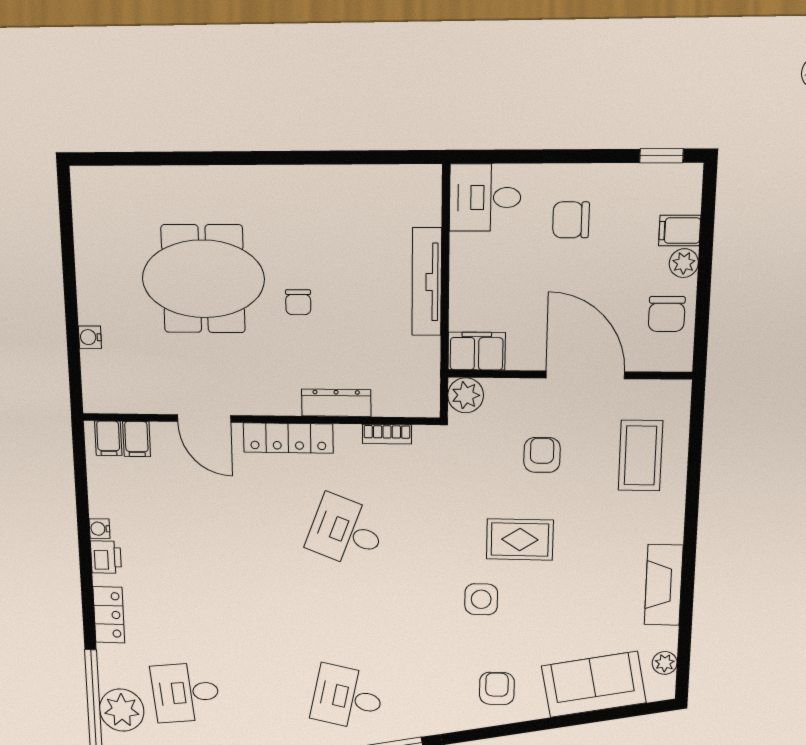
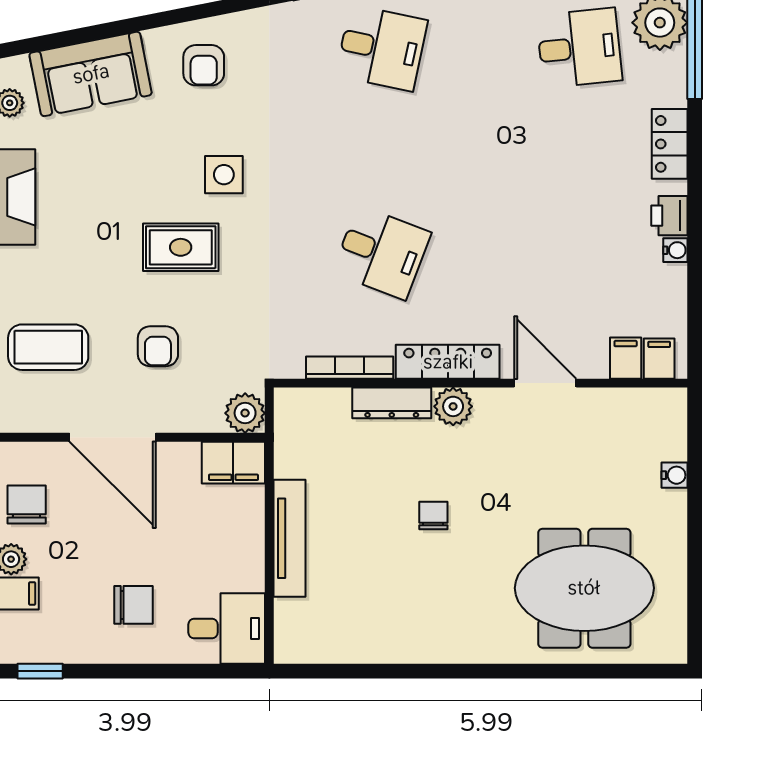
meeting table: (203, 279) -> (584, 588), moved
plant: (283, 399) -> (453, 406), added
bookcase: (387, 434) -> (350, 368), width x1.56
coffee table: (640, 456) -> (48, 347), turned 90

